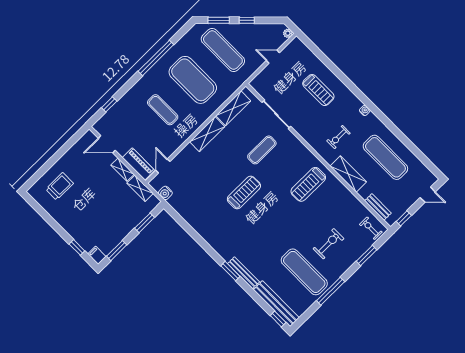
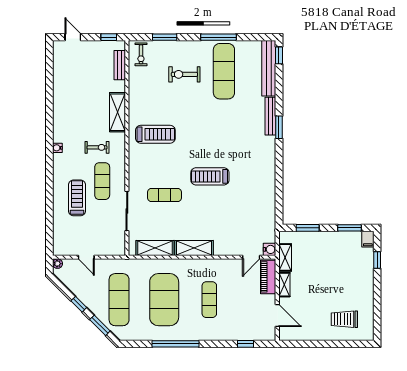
exercise mat: (385, 157) -> (102, 181), moved, width x0.73, depth x0.69
water cooler: (165, 193) -> (270, 249), moved

